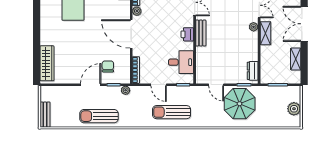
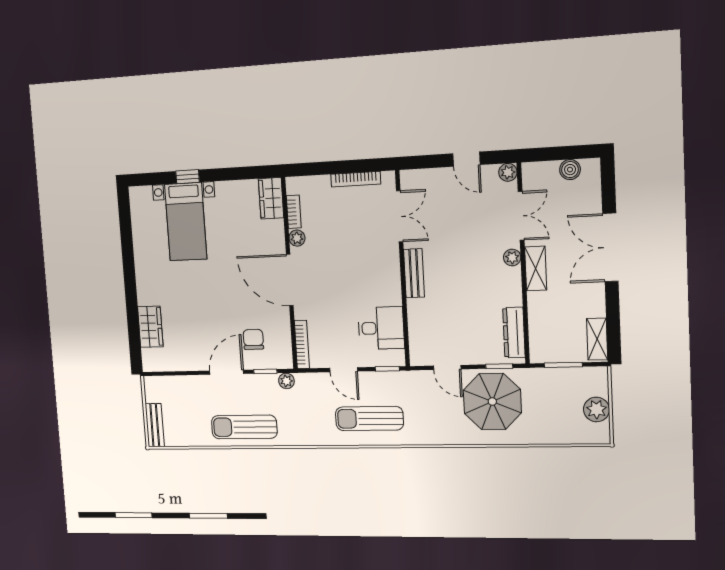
printer: (187, 34) -> (390, 277), removed
shelving: (296, 59) -> (597, 339), moved
wardrobe: (47, 63) -> (150, 327), width x0.67
dresser: (253, 71) -> (514, 333), width x1.44

